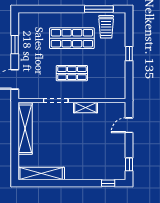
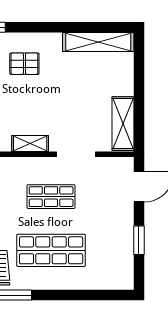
shelving: (25, 129) -> (123, 124), width x0.68
pallet: (89, 159) -> (24, 64), added

